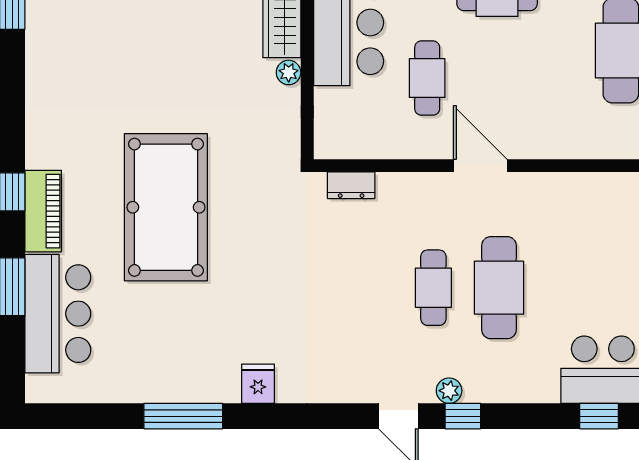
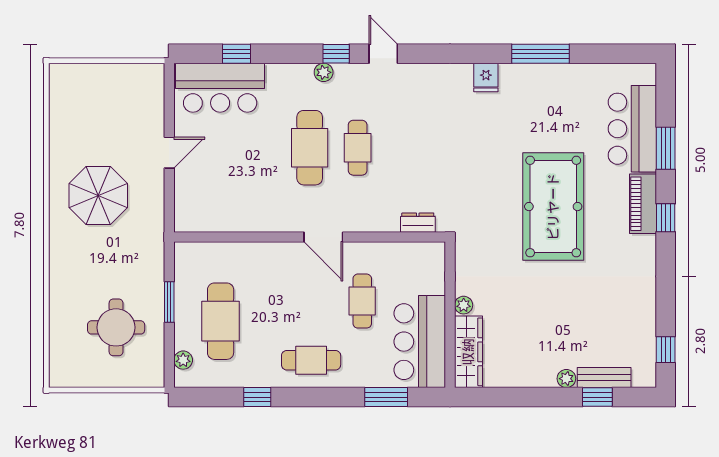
plant: (449, 391) -> (324, 72), moved

